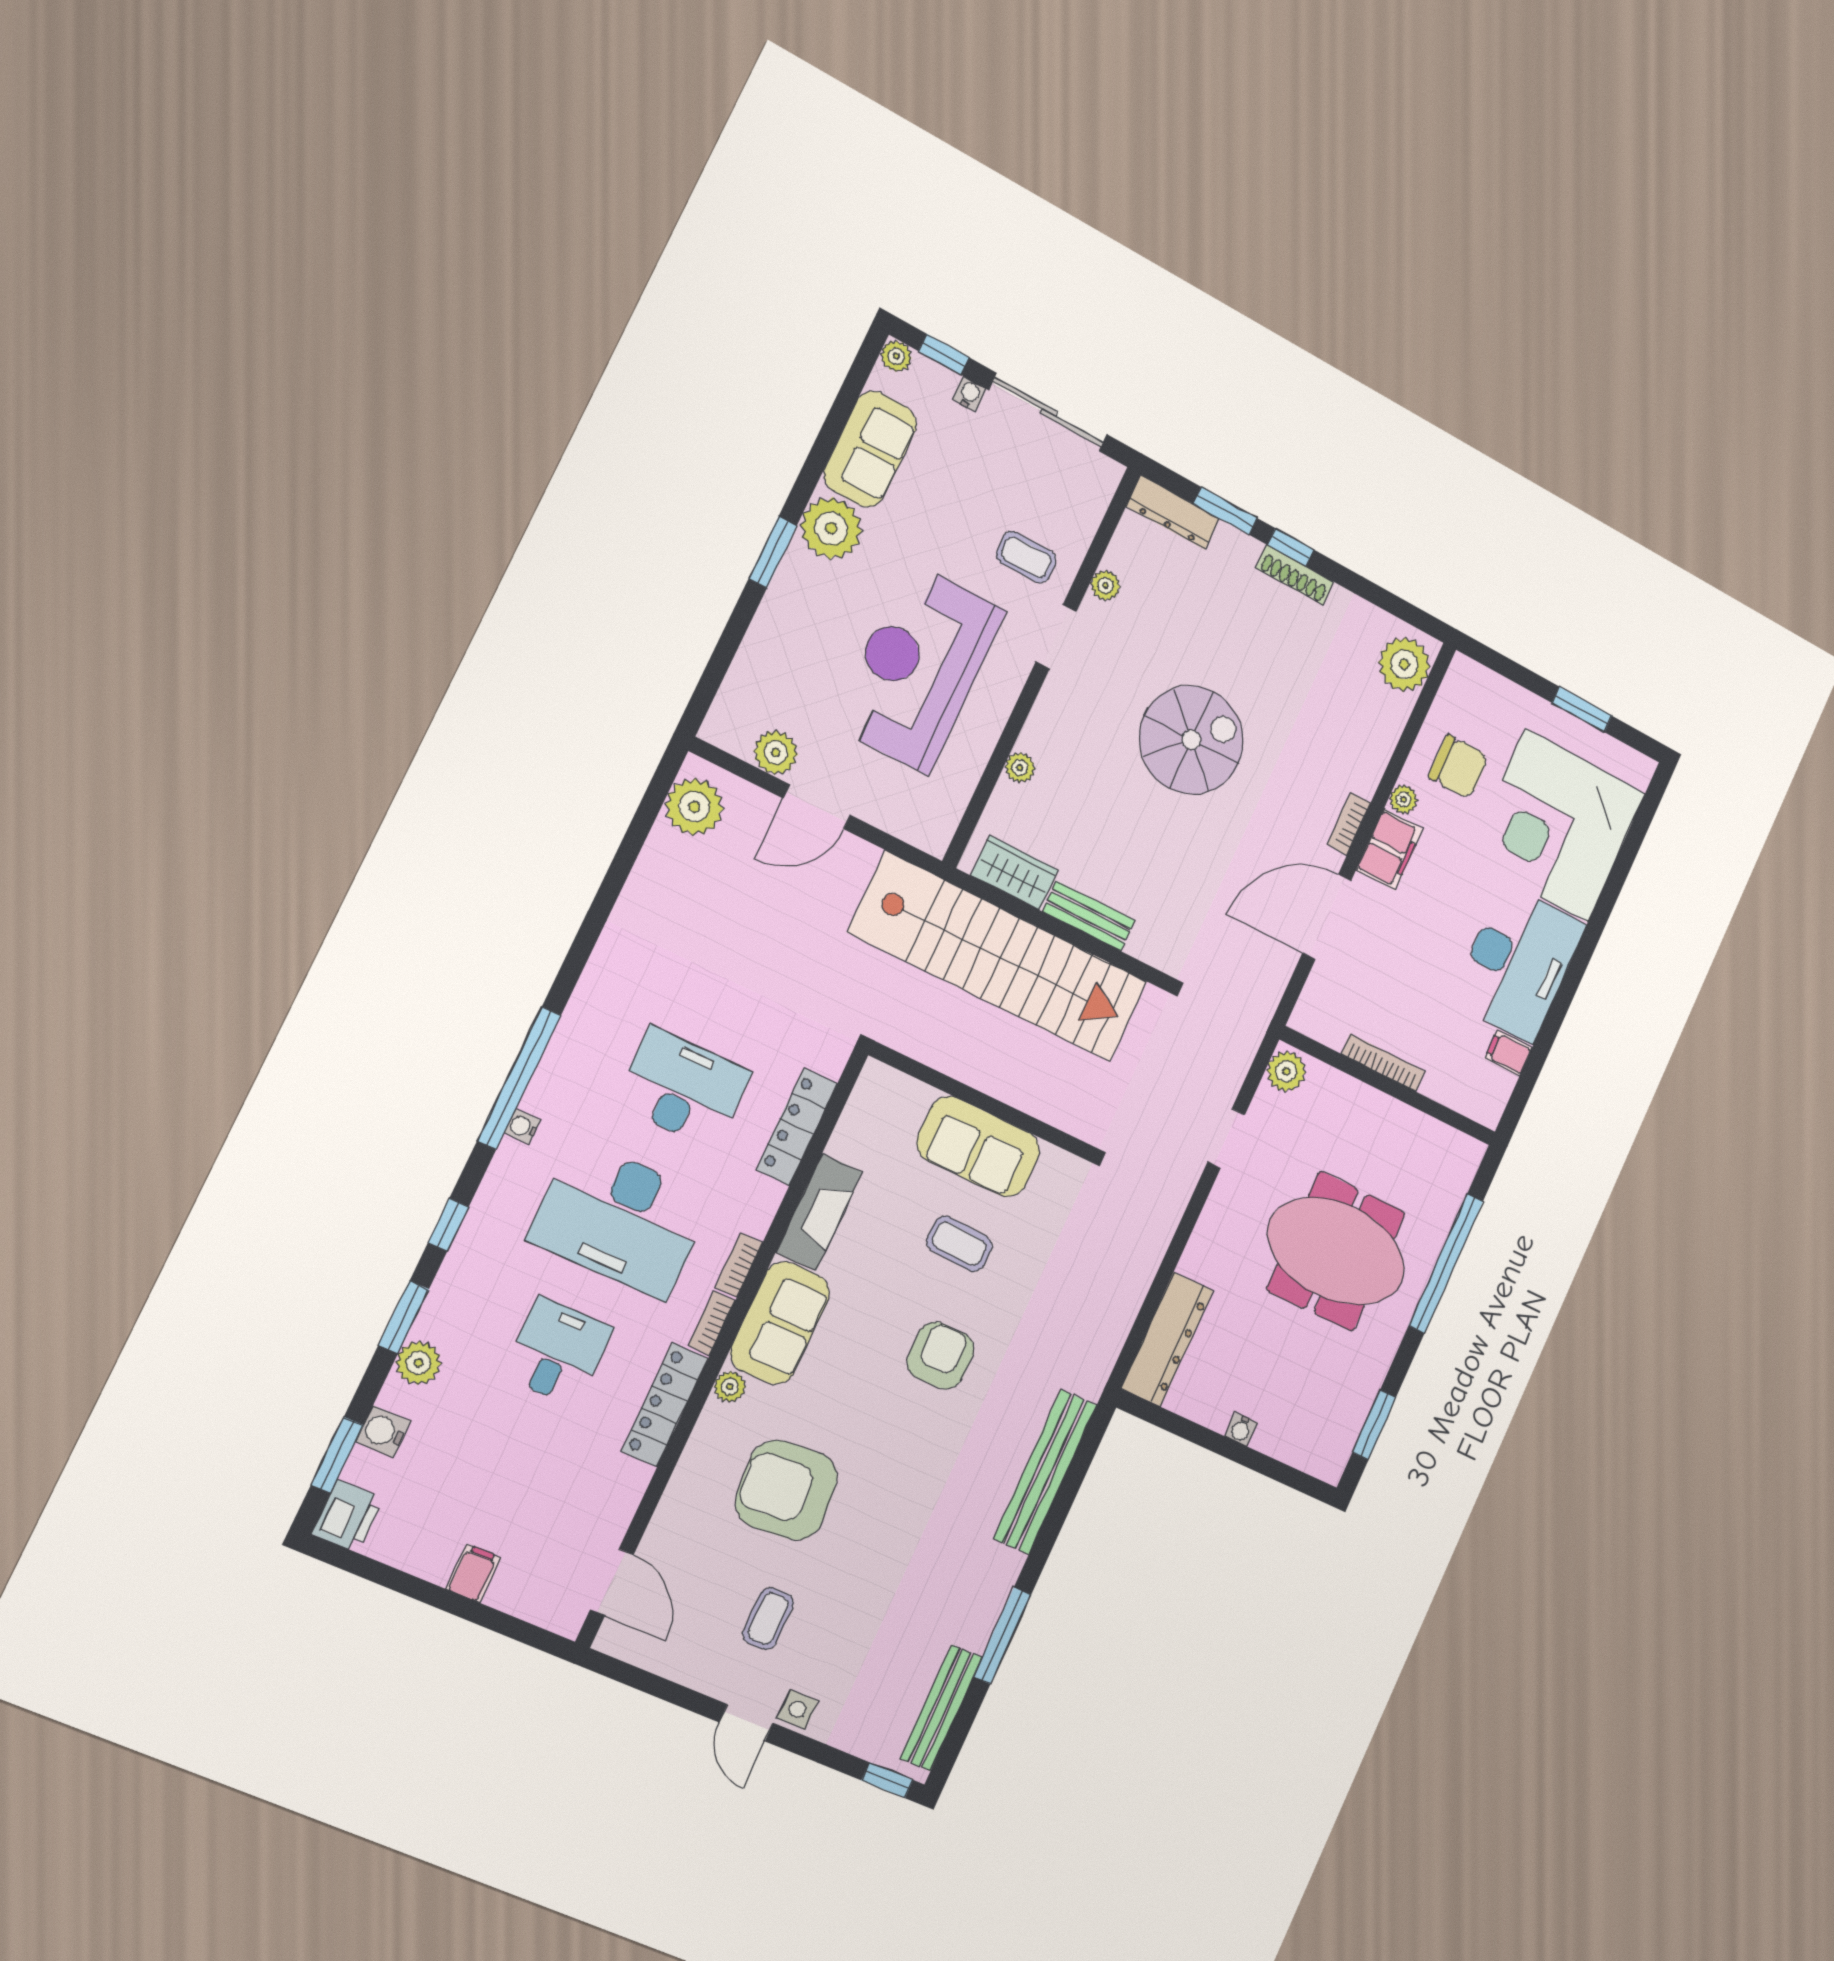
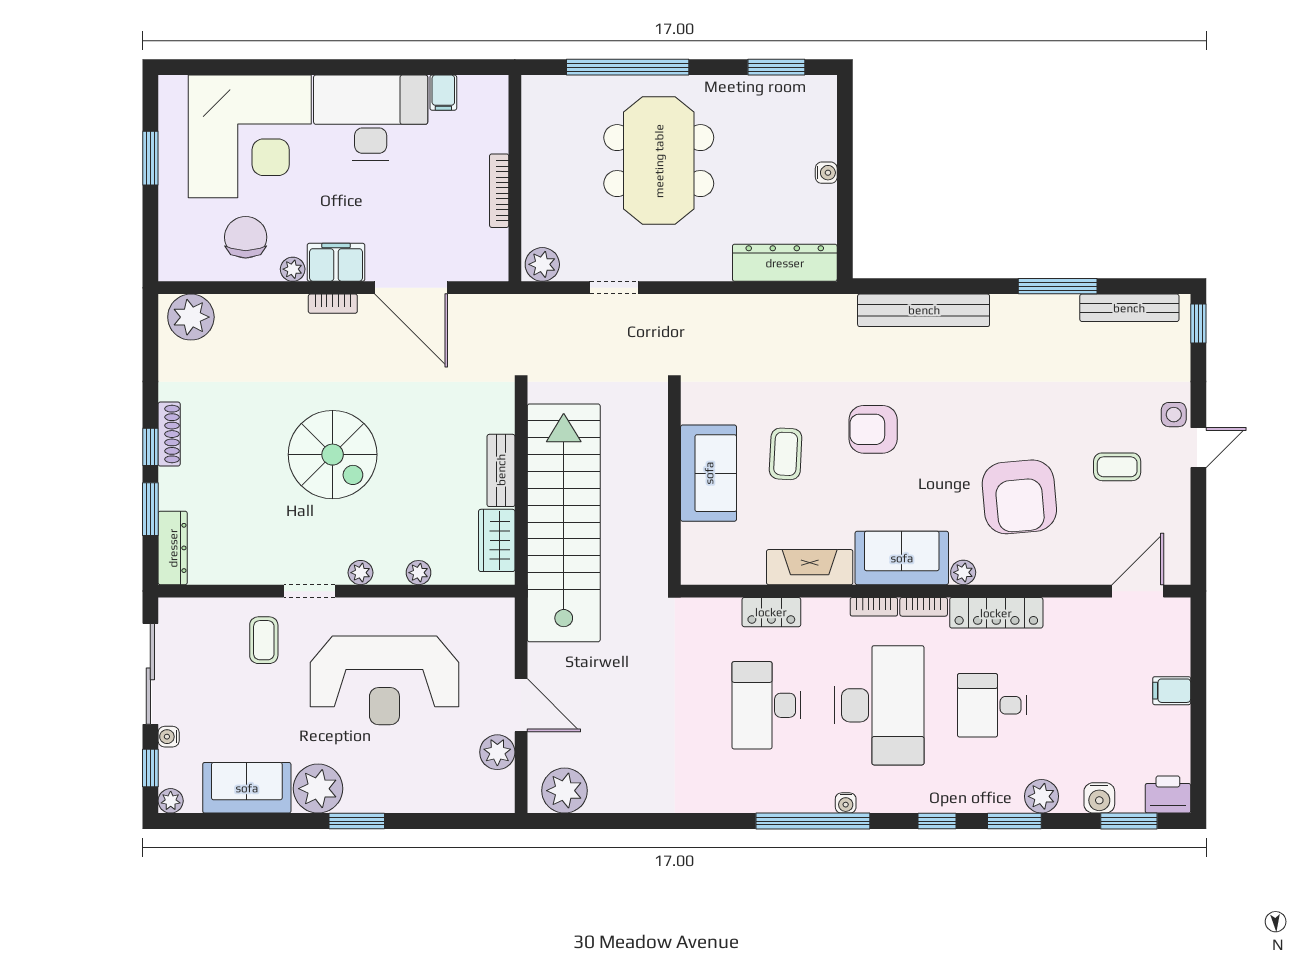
plant: (1105, 585) -> (361, 573), moved
spiral stairs: (1191, 740) -> (333, 455), turned 180
locker: (797, 1127) -> (771, 612), width x0.66

